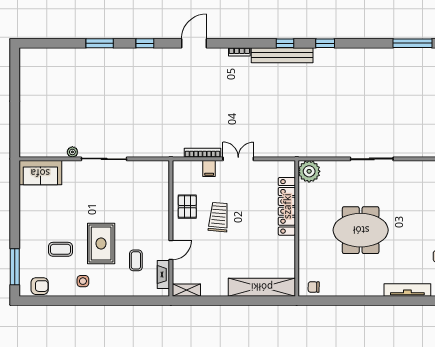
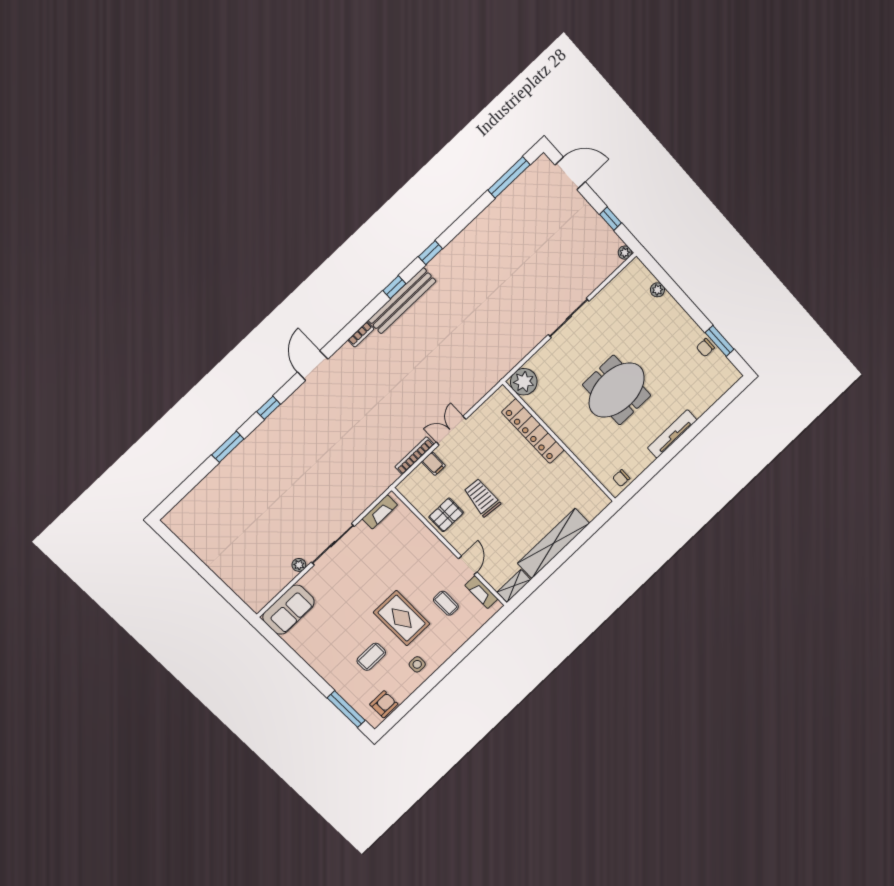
fireplace: (150, 167) -> (380, 512), added
pallet: (187, 207) -> (446, 515), turned 90
shelving: (262, 287) -> (554, 543), moved
tv unit: (407, 290) -> (672, 434), moved

